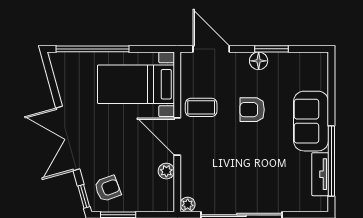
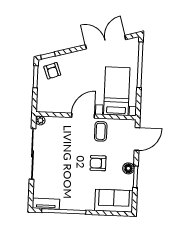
armchair: (252, 110) -> (98, 163), turned -90
sofa: (311, 121) -> (114, 201), moved
double door: (68, 139) -> (106, 42), moved
plant: (166, 171) -> (62, 108), removed
tv unit: (320, 174) -> (46, 204), moved

